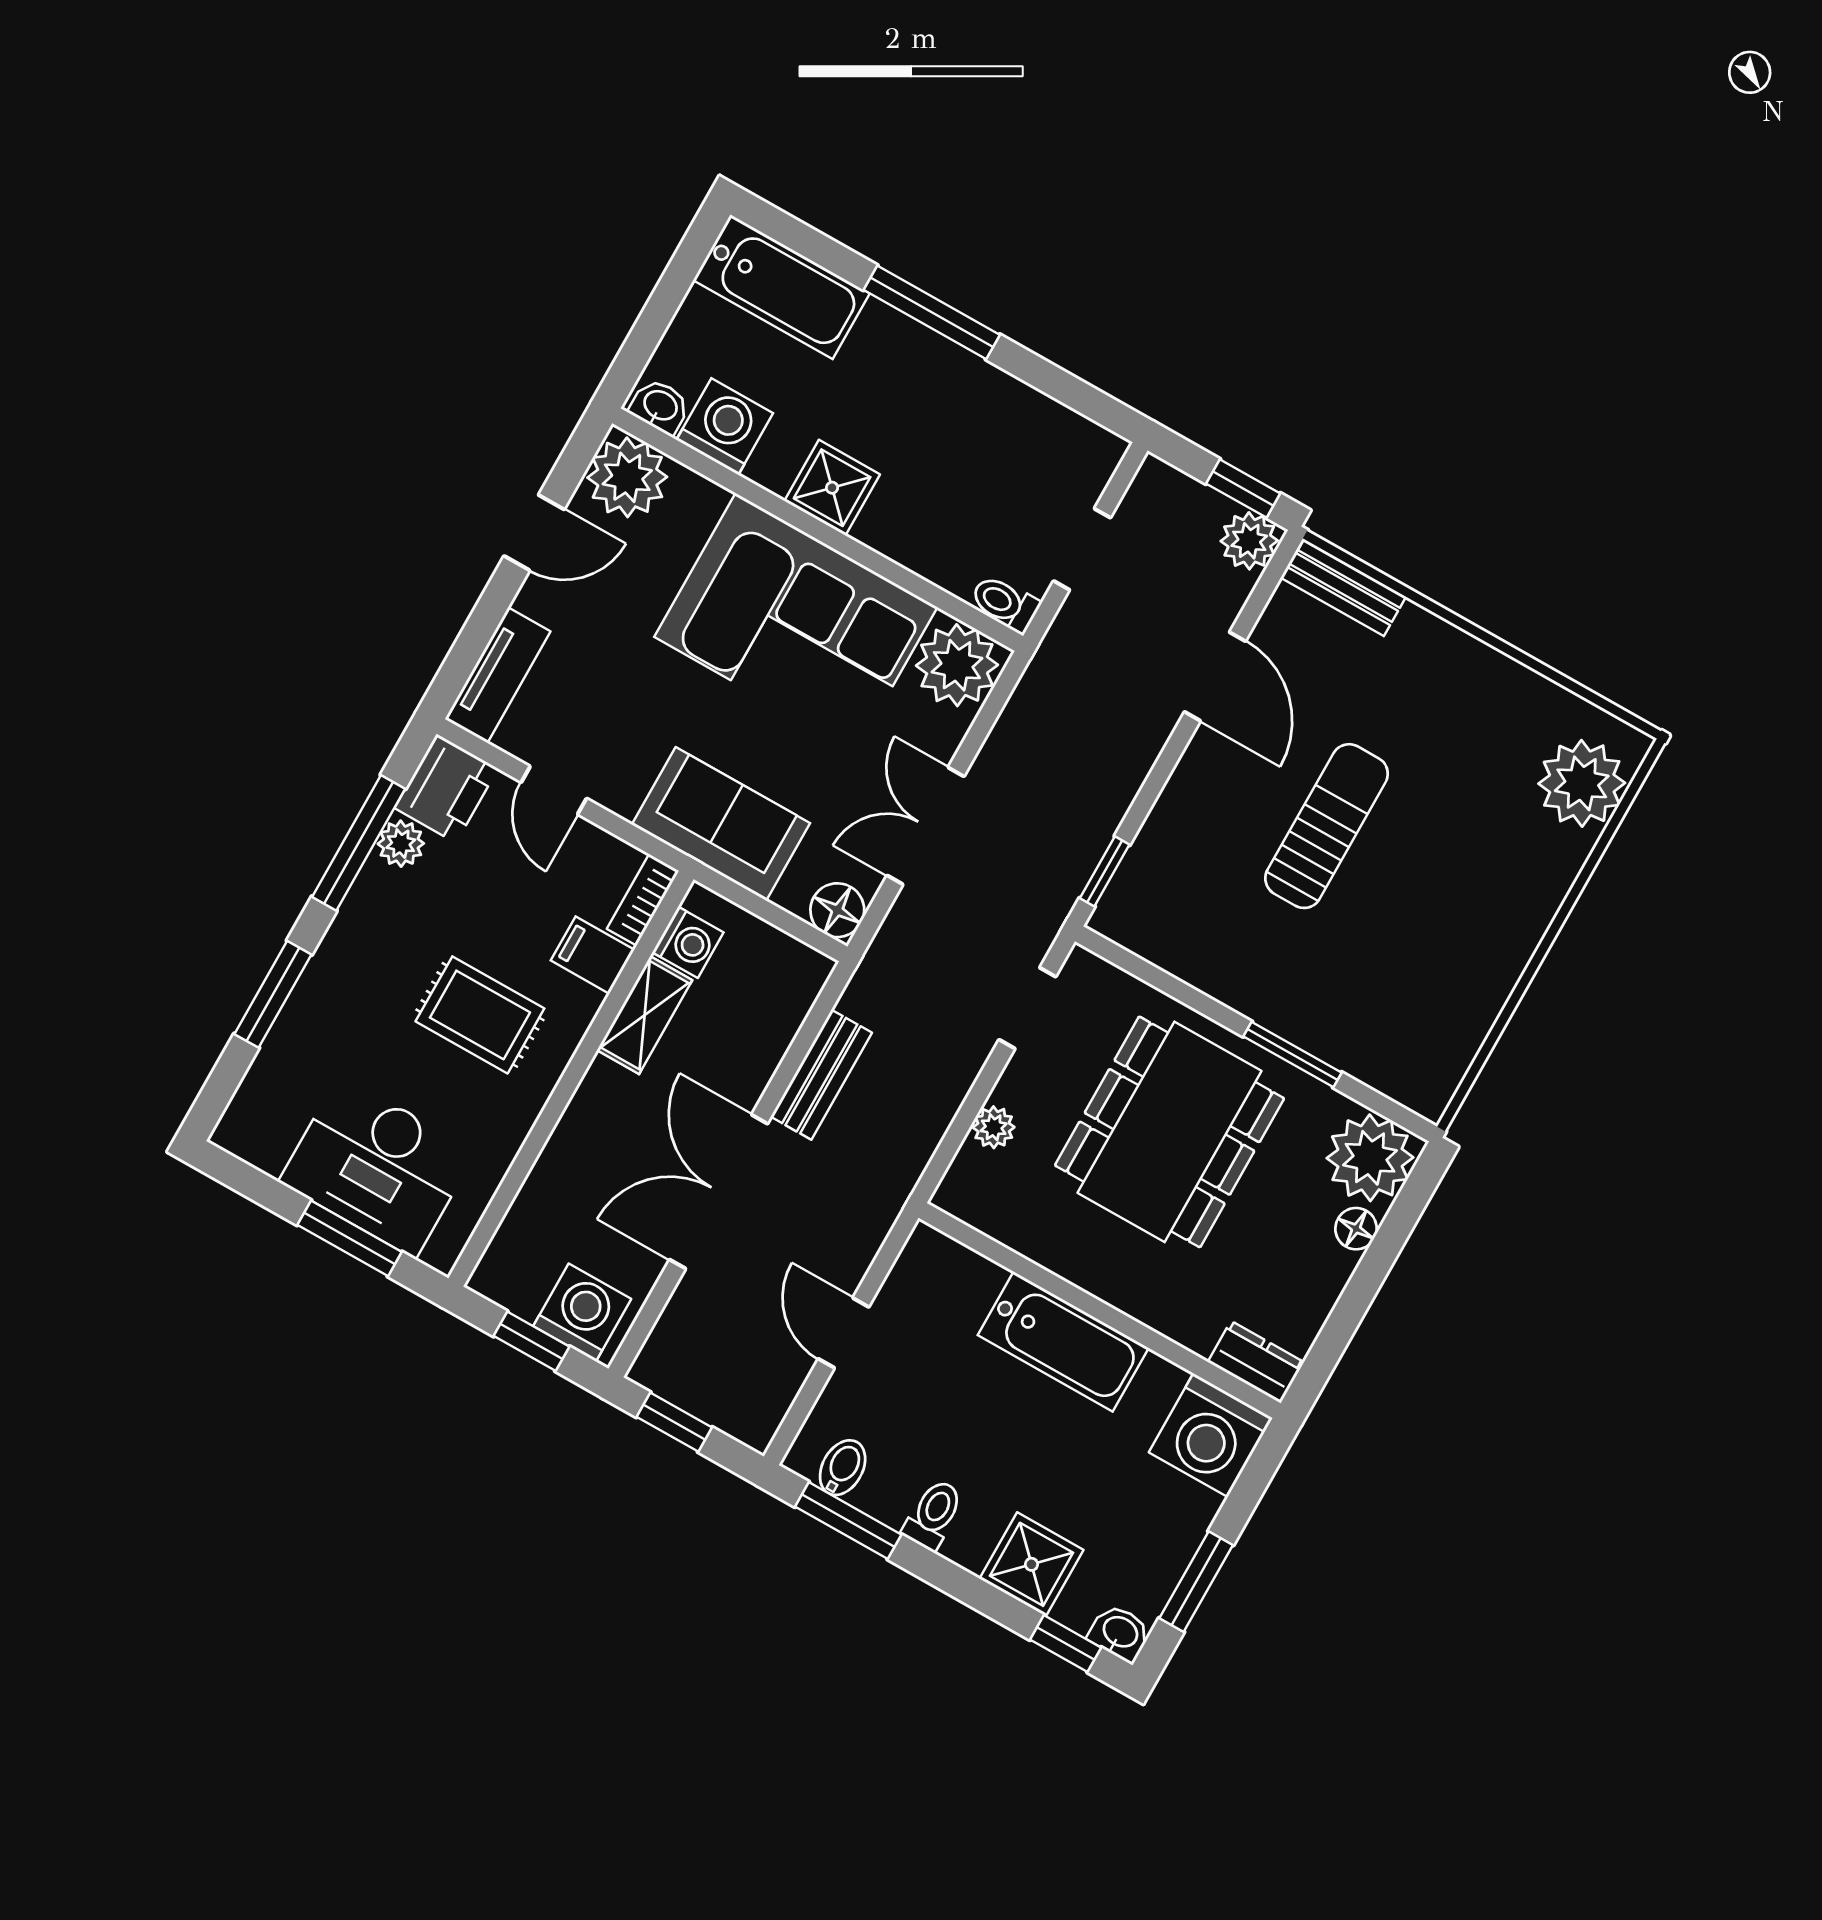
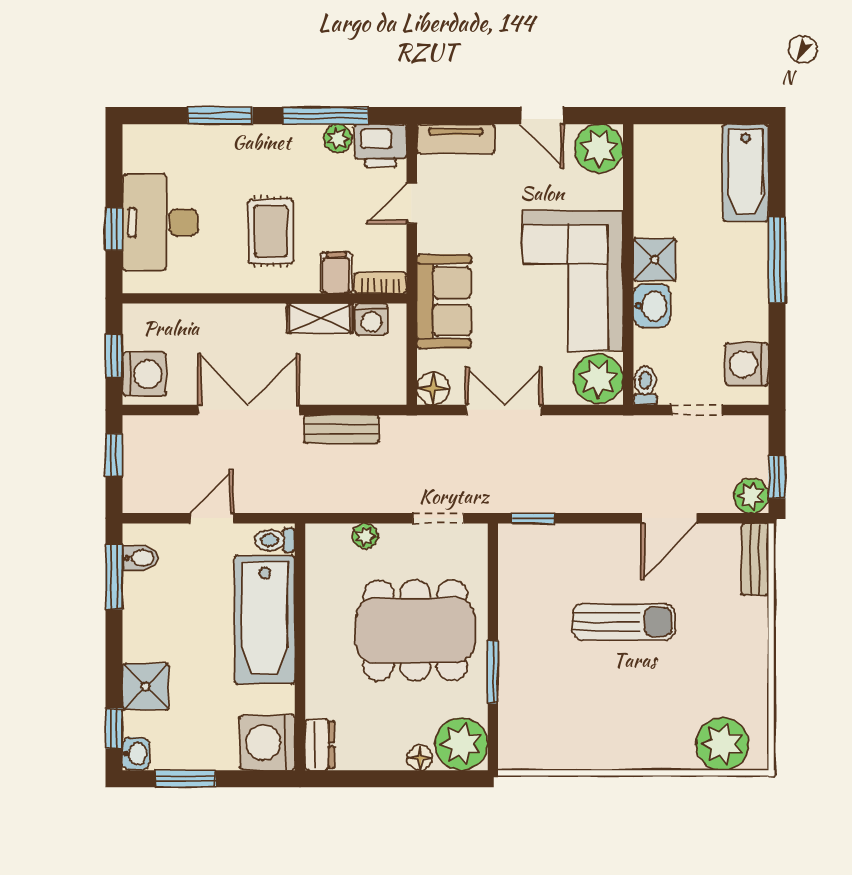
washbasin: (660, 406) -> (652, 306), moved, width x1.38, depth x1.45
washing machine: (725, 427) -> (747, 364), moved, turned 180
window: (350, 1238) -> (114, 229), width x0.67
bathtub: (1063, 1342) -> (265, 620), width x1.36, depth x1.36
toilet: (933, 1515) -> (275, 540), moved, turned 180

